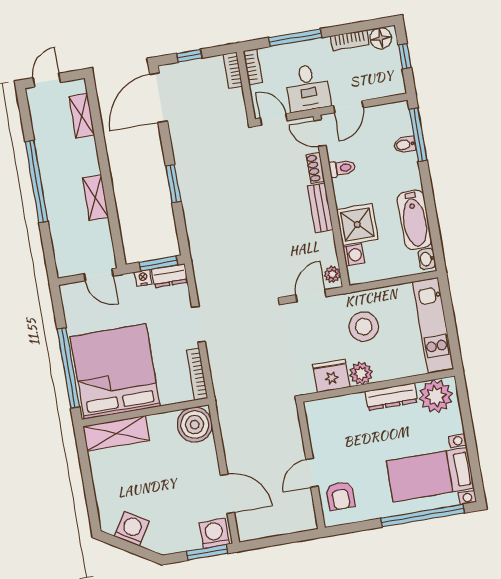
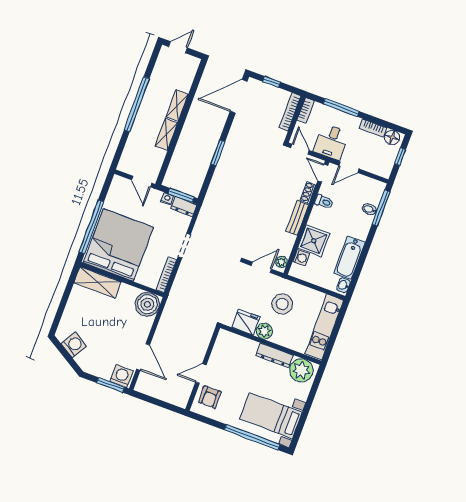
bookcase: (233, 70) -> (290, 112), width x1.56
shelving: (82, 116) -> (177, 106), moved

